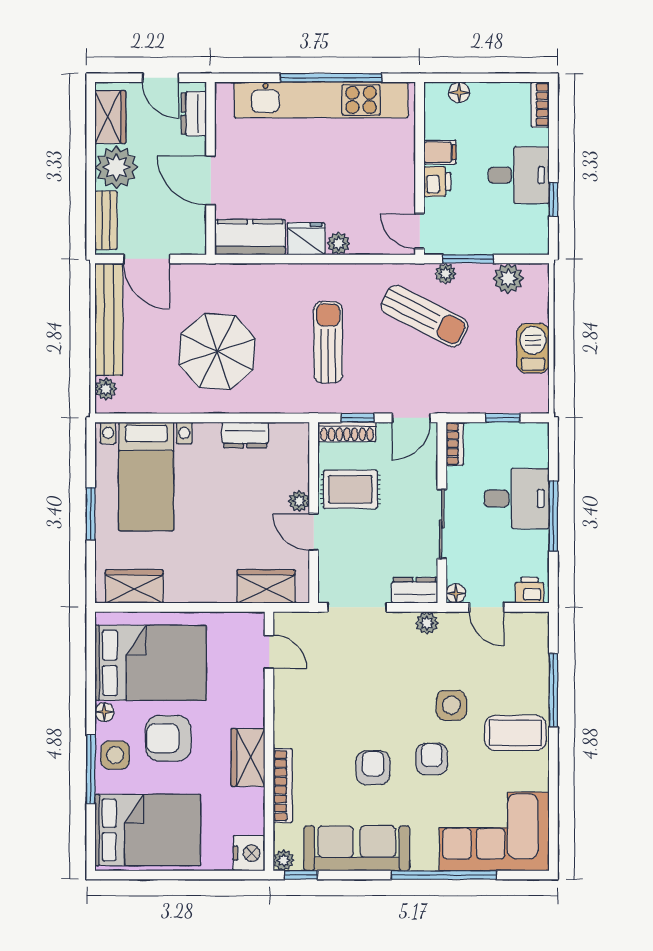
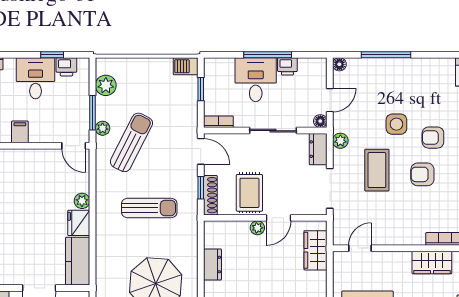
printer: (437, 182) -> (66, 67), moved, turned 180
door: (420, 231) -> (74, 146), hinge flipped
sun lounger: (328, 342) -> (149, 208), turned 180
barbecue: (533, 348) -> (186, 66), moved, width x0.73, depth x0.79
printer: (530, 590) -> (287, 66), moved, turned -90
floor lamp: (539, 621) -> (339, 64), added
coffee table: (515, 733) -> (377, 170), moved
armchair: (373, 768) -> (422, 174), moved

